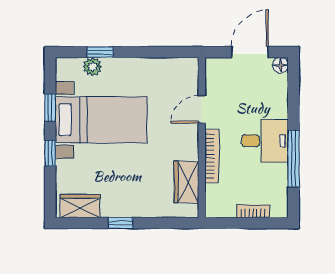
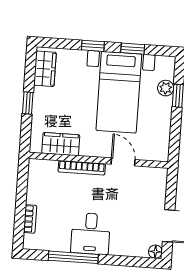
door: (202, 109) -> (123, 162), moved
wall: (202, 138) -> (99, 160), moved
bookcase: (212, 156) -> (82, 168), moved
wardrobe: (186, 182) -> (61, 144), moved

